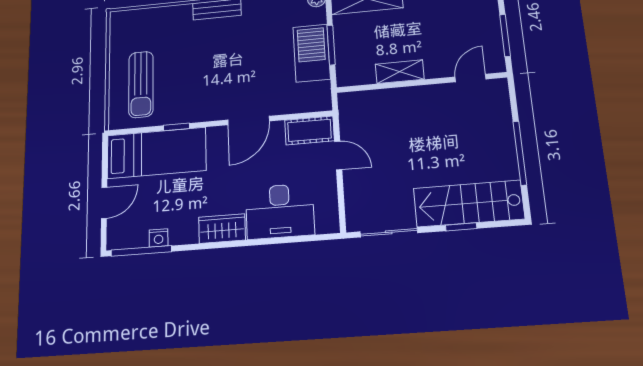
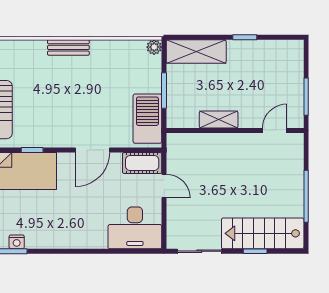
barbecue: (312, 53) -> (147, 119), moved
desk: (280, 211) -> (135, 228), moved
wardrobe: (222, 229) -> (68, 238), removed

